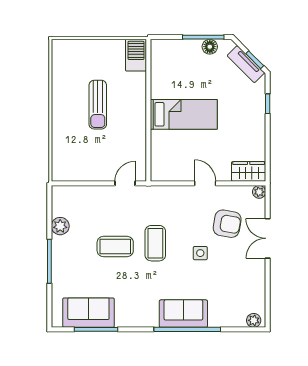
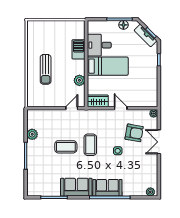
barbecue: (136, 55) -> (78, 49), moved
desk: (170, 80) -> (99, 45), added
sun lounger: (98, 105) -> (46, 69), moved
plant: (137, 138) -> (79, 80), added
wardrobe: (249, 171) -> (98, 101), moved
sofa: (88, 313) -> (76, 187), moved

